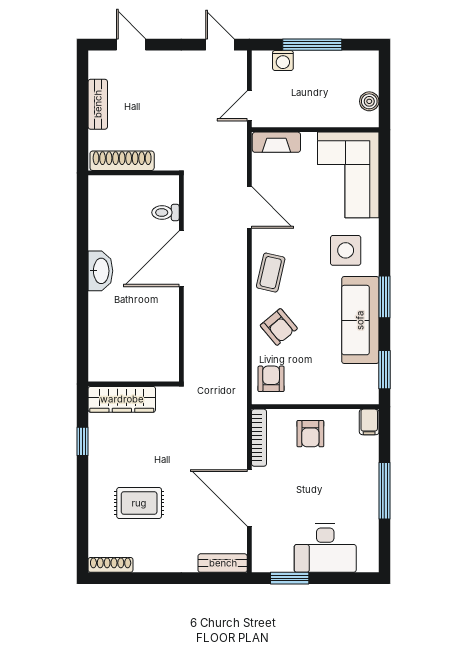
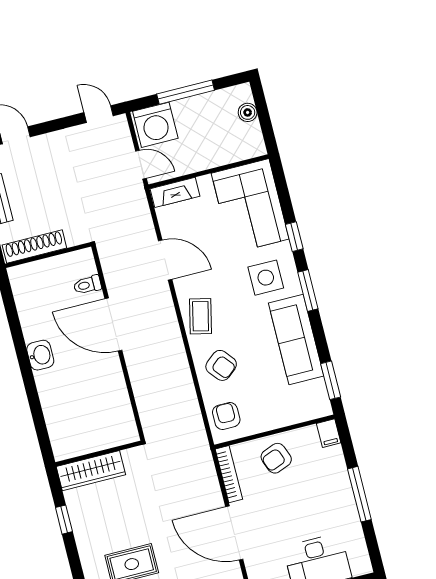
washing machine: (283, 60) -> (155, 125), width x1.89, depth x1.89
boiler: (369, 101) -> (248, 112), moved
door: (249, 106) -> (141, 165), swing flipped
window: (384, 217) -> (294, 237), added
door: (181, 259) -> (113, 324), hinge flipped
washbasin: (100, 271) -> (40, 355), width x0.72
window: (384, 297) -> (308, 290), moved
armchair: (310, 434) -> (276, 458), turned 69

